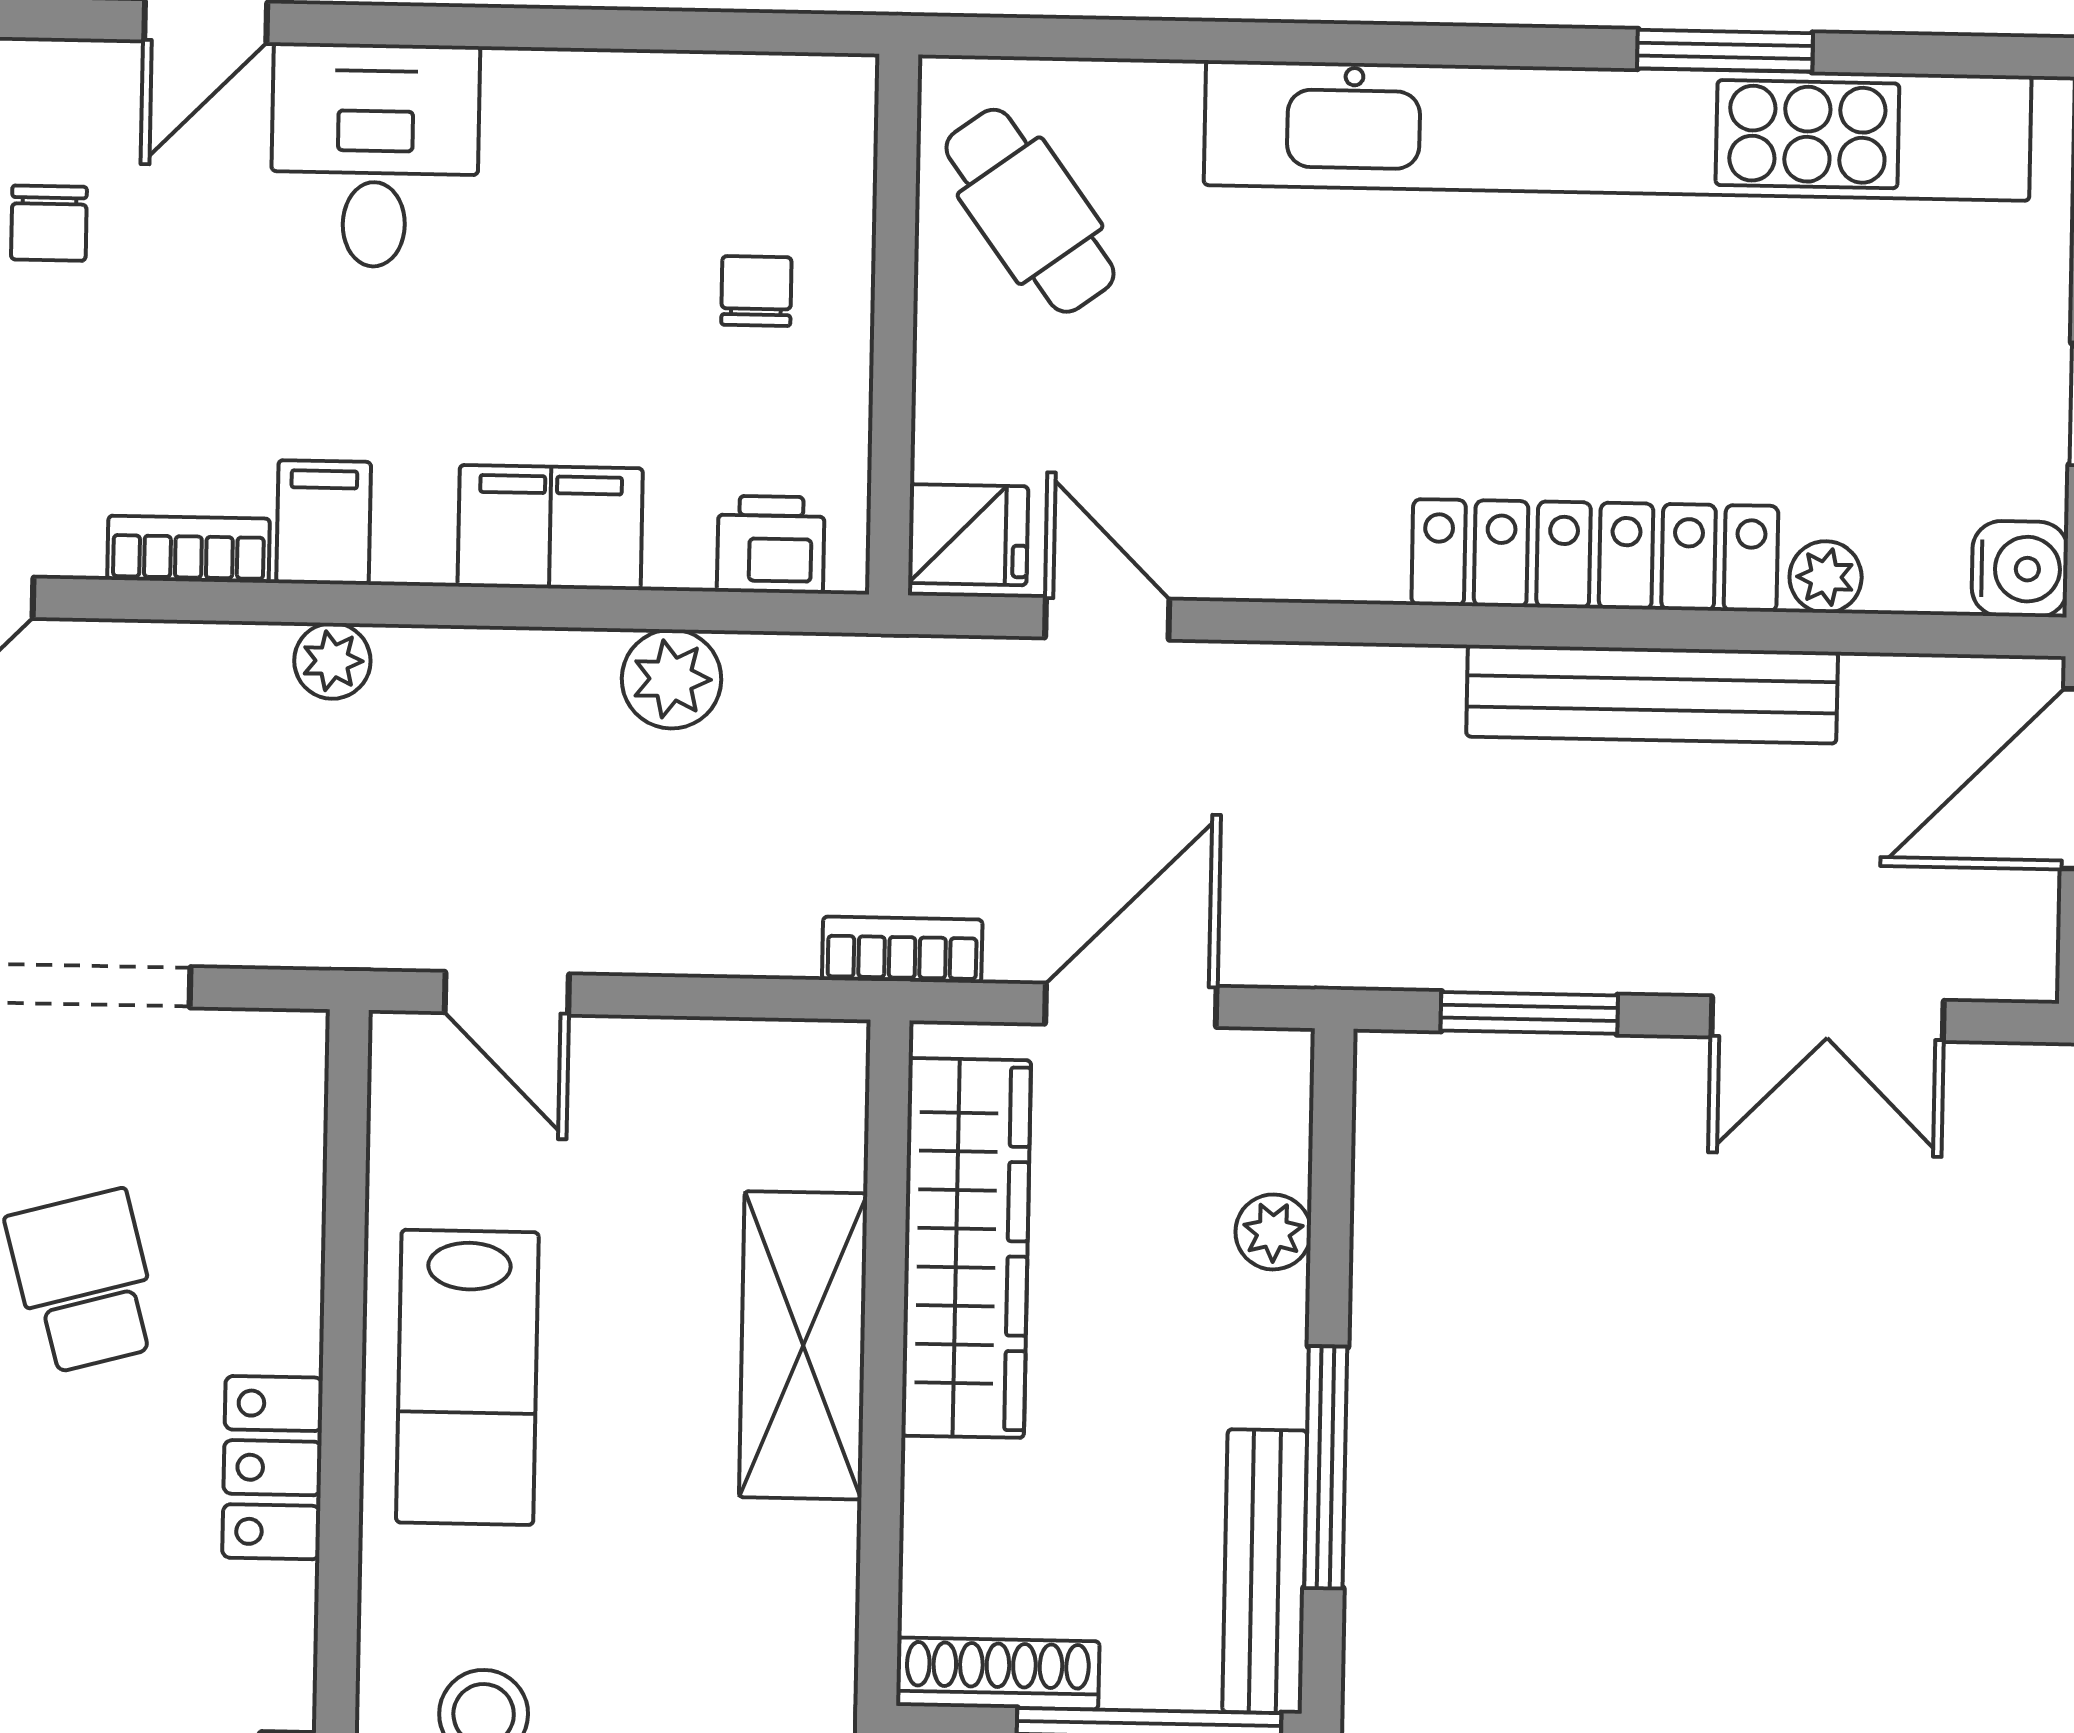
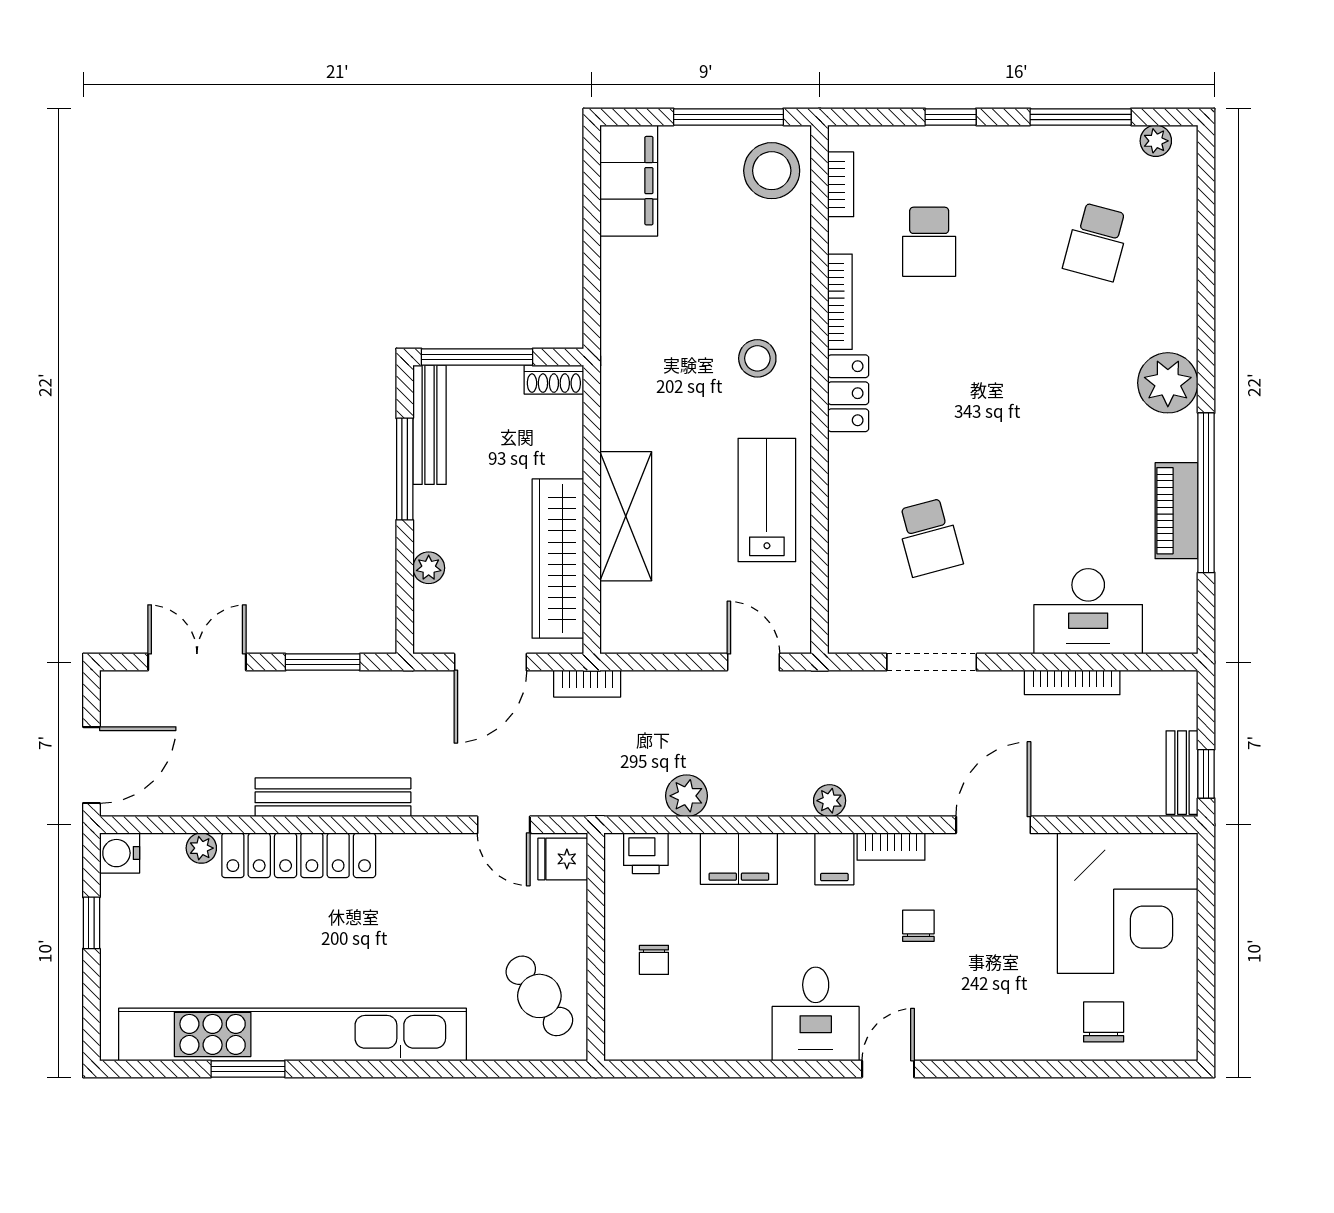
chair: (49, 223) -> (918, 926), moved
bench: (1652, 694) -> (333, 797), moved
locker: (273, 1468) -> (848, 393), moved
shoe rack: (998, 1673) -> (554, 380), width x0.70

